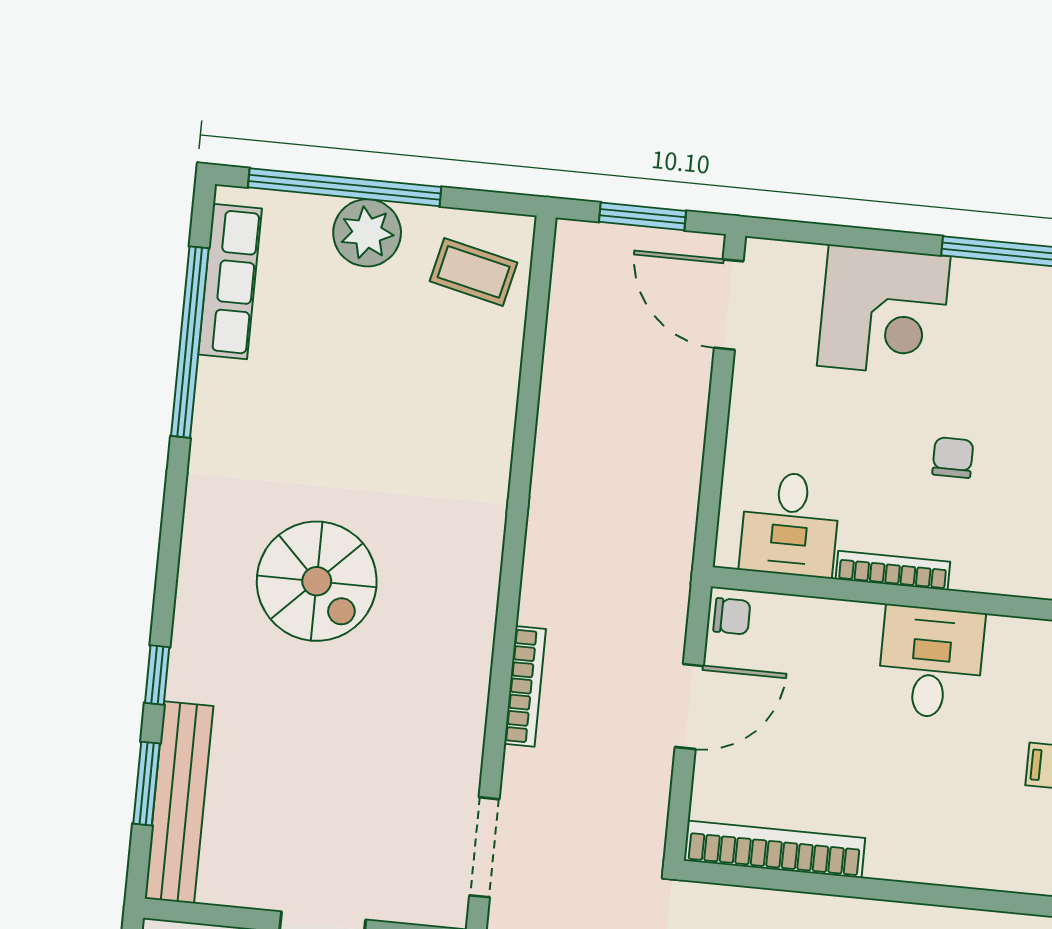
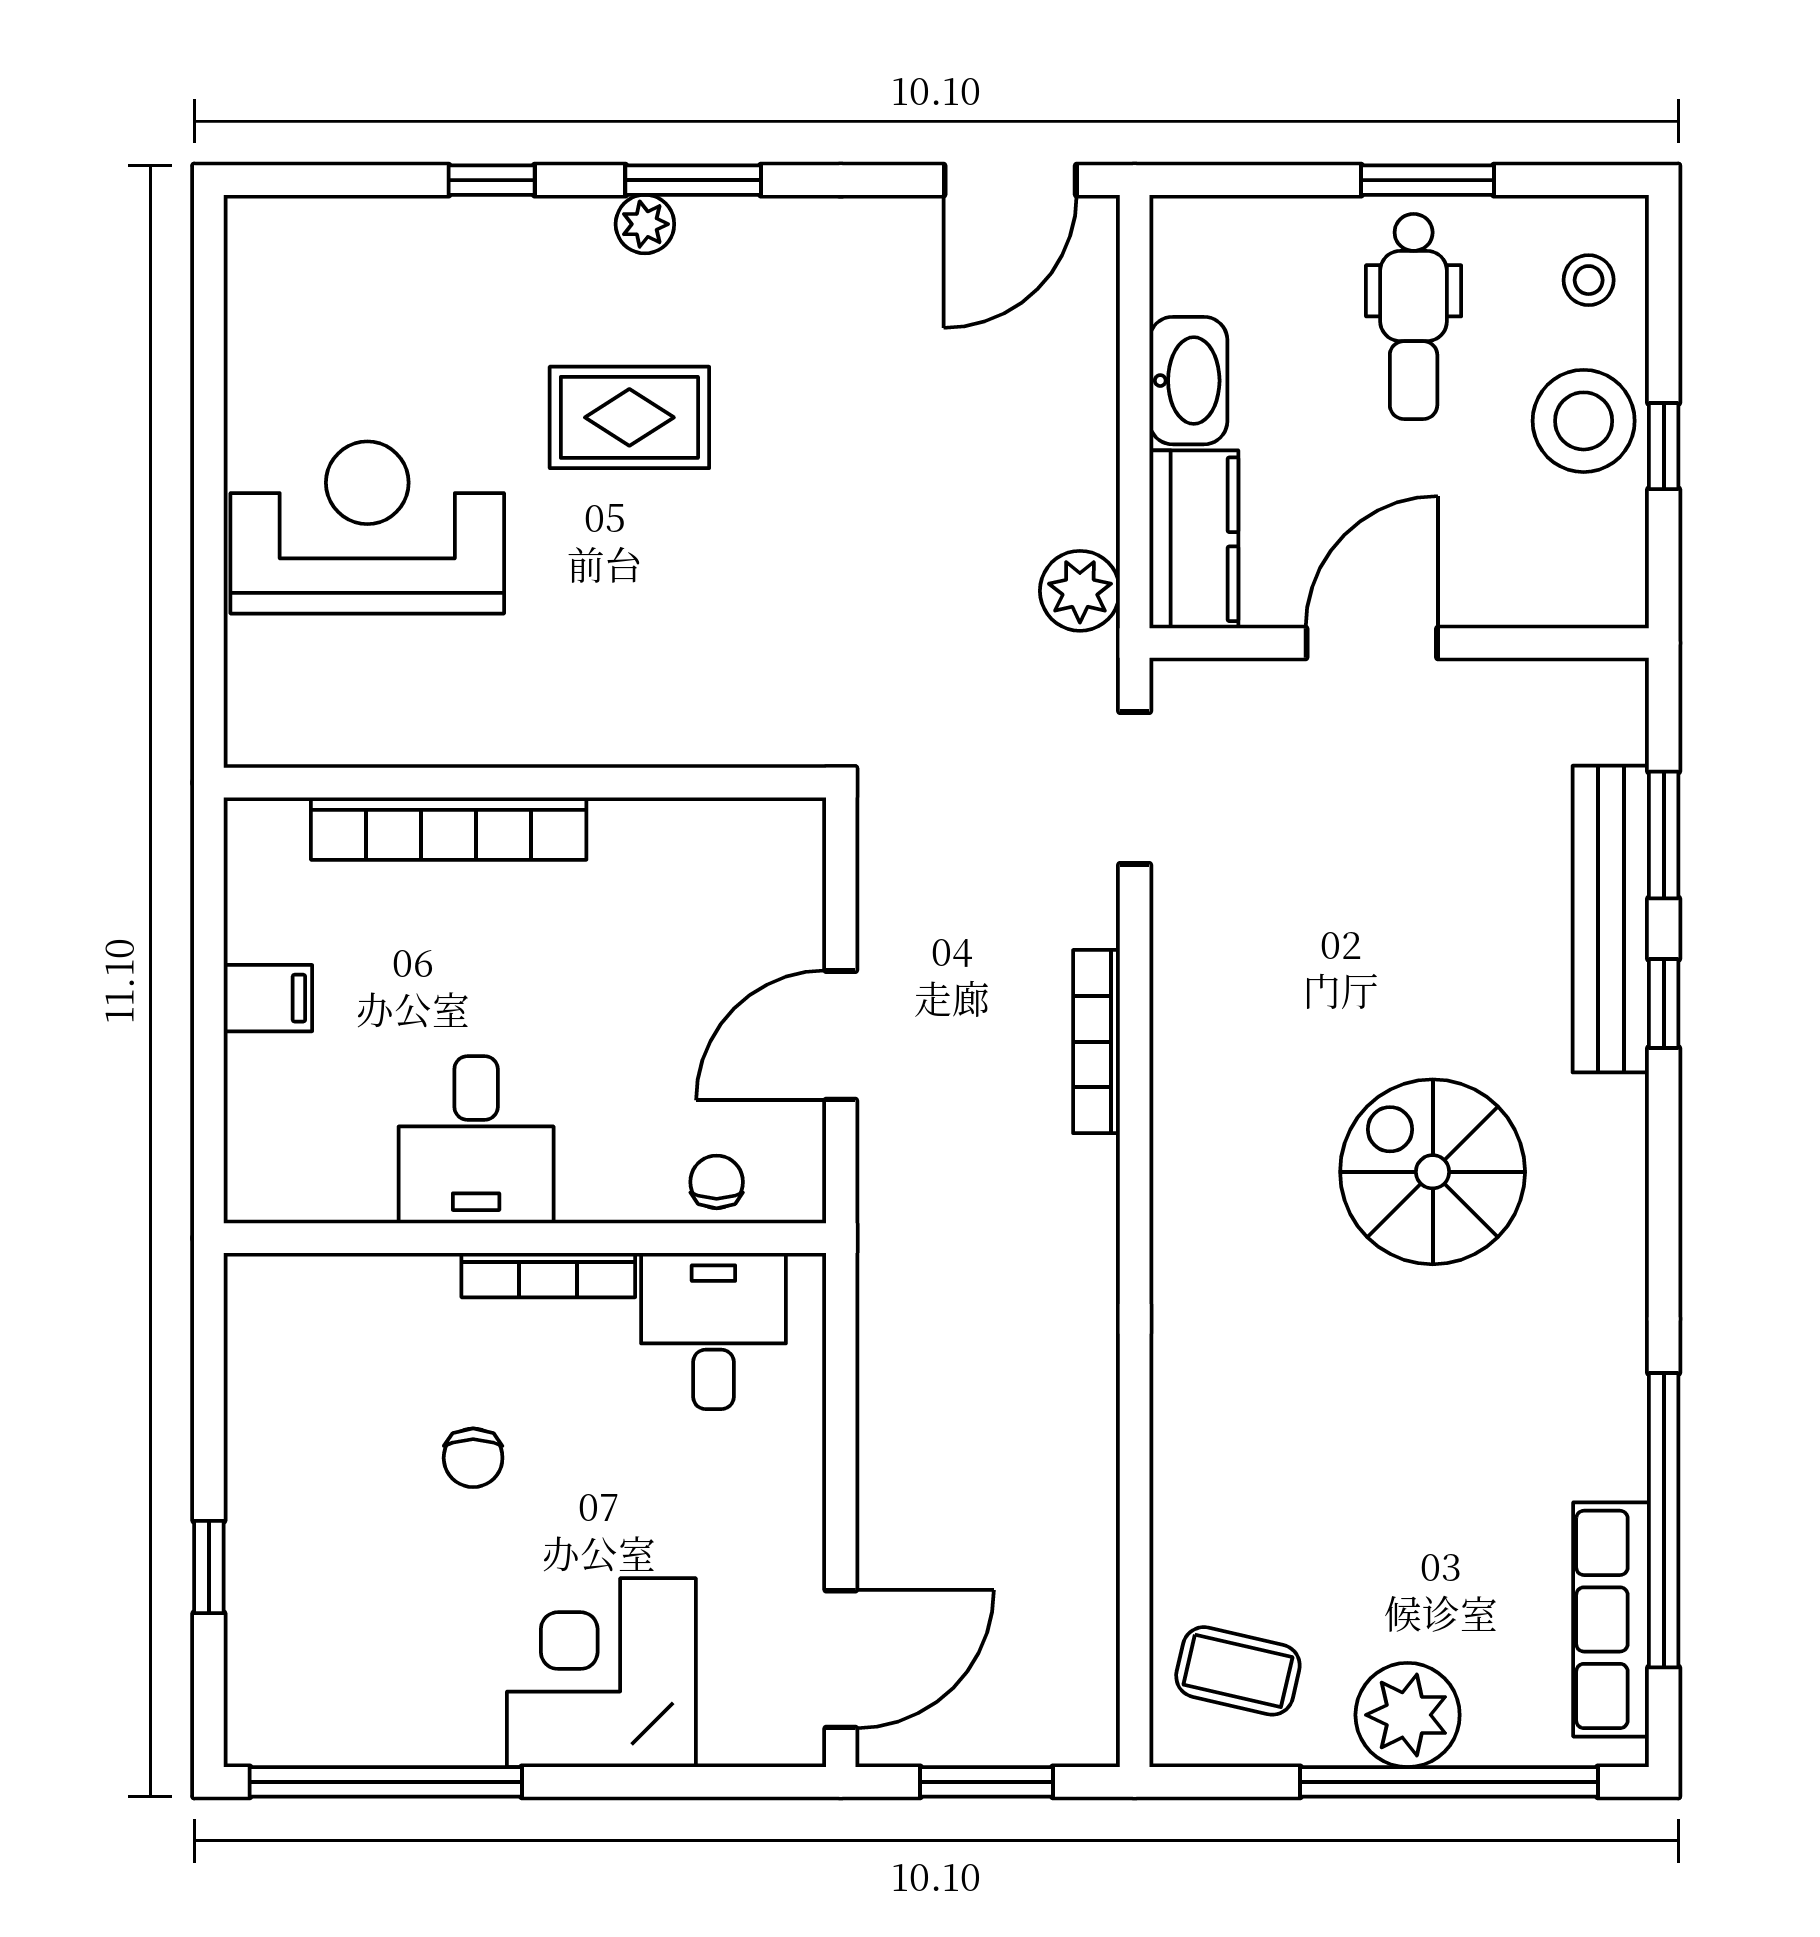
door: (729, 305) -> (841, 1659), hinge flipped
chair: (732, 616) -> (717, 1182), moved, turned 90
bench: (179, 802) -> (1611, 919), moved
bookcase: (774, 849) -> (449, 829), moved

